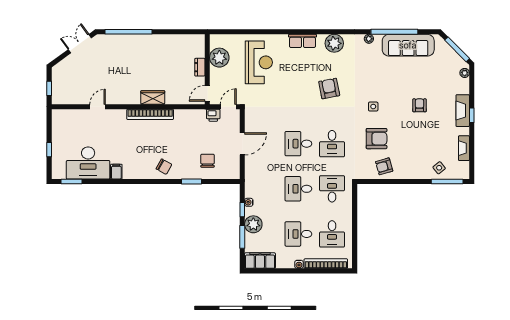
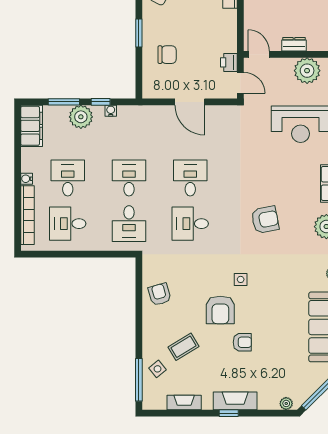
armchair: (377, 139) -> (220, 310), moved
coffee table: (423, 149) -> (183, 347), added
desk: (332, 189) -> (129, 224), turned 90

